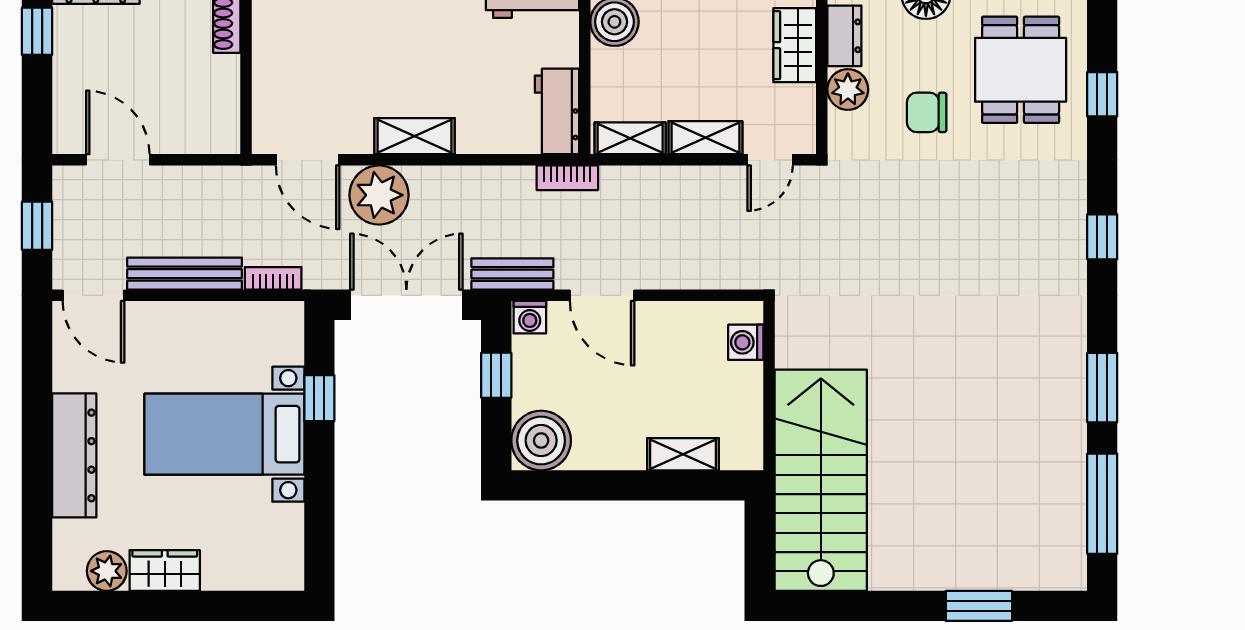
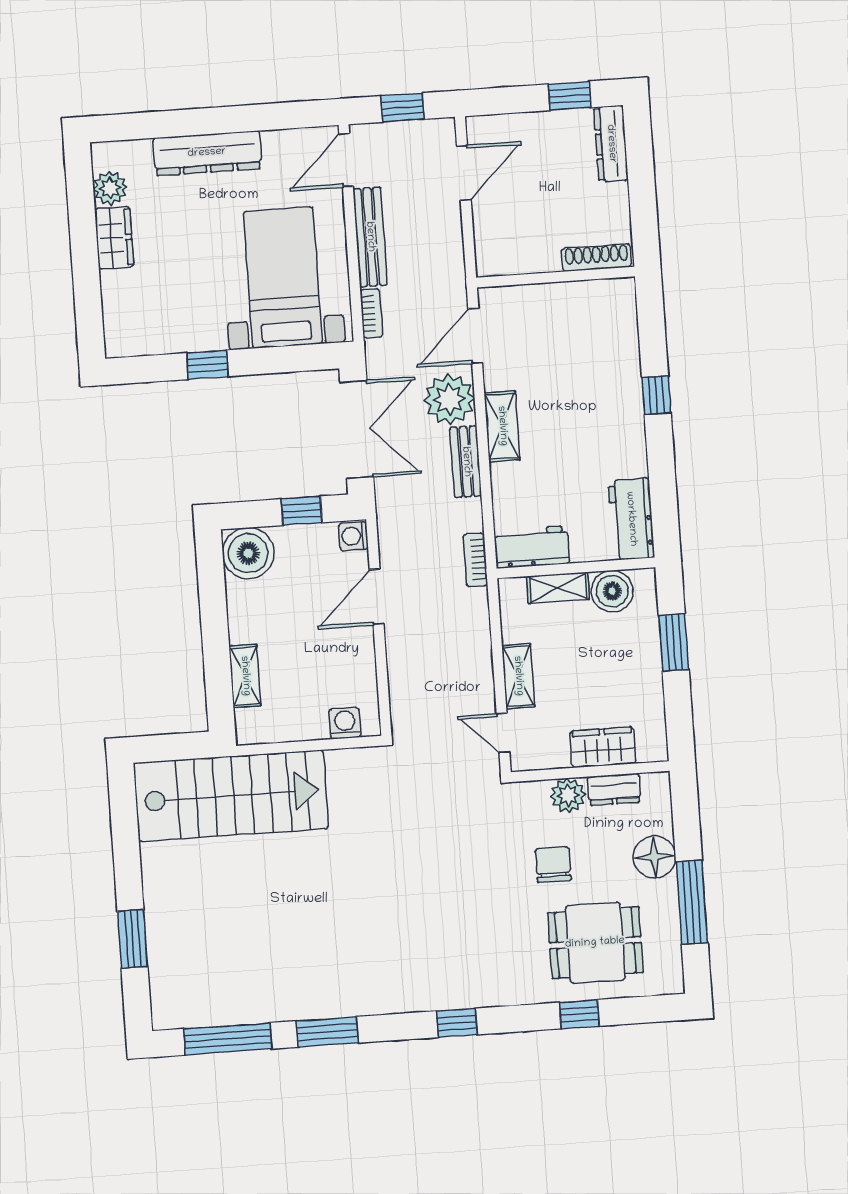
shelving: (630, 138) -> (558, 588), moved, turned 90
bench: (512, 274) -> (466, 462), moved
window: (319, 398) -> (207, 365), moved
bed with nightstands: (224, 434) -> (283, 278), moved

